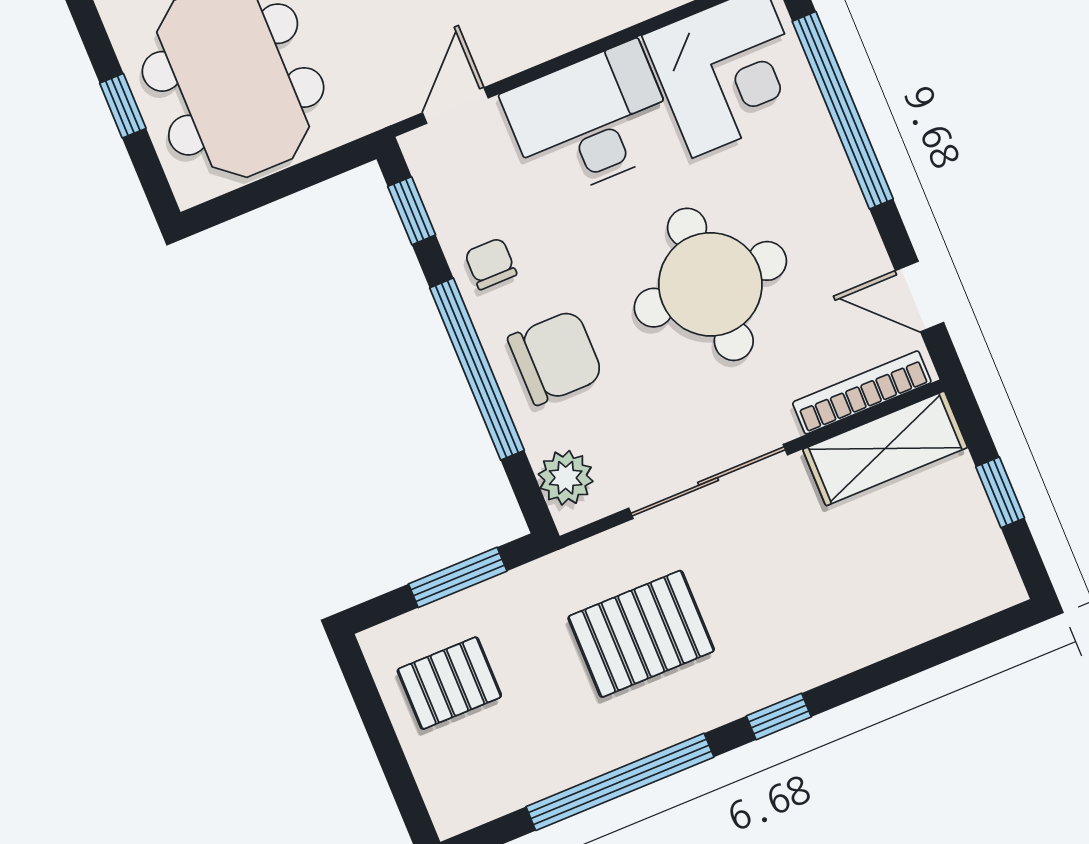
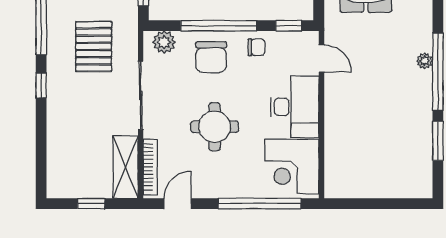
round table: (710, 284) -> (215, 127), width x0.73, depth x0.73

